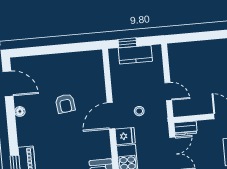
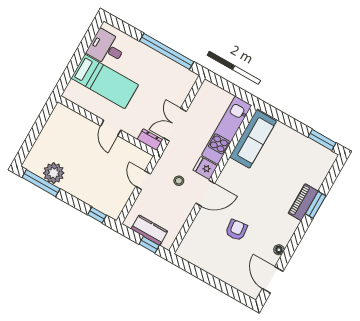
window: (186, 38) -> (97, 215), added

